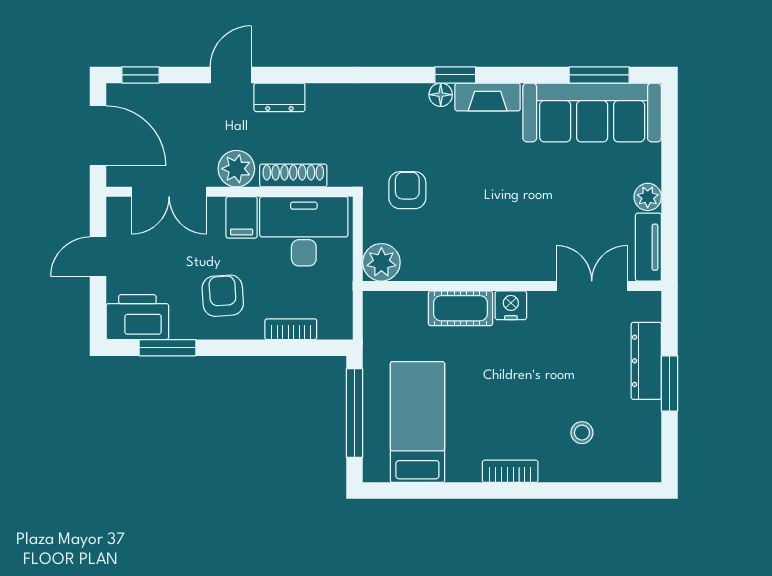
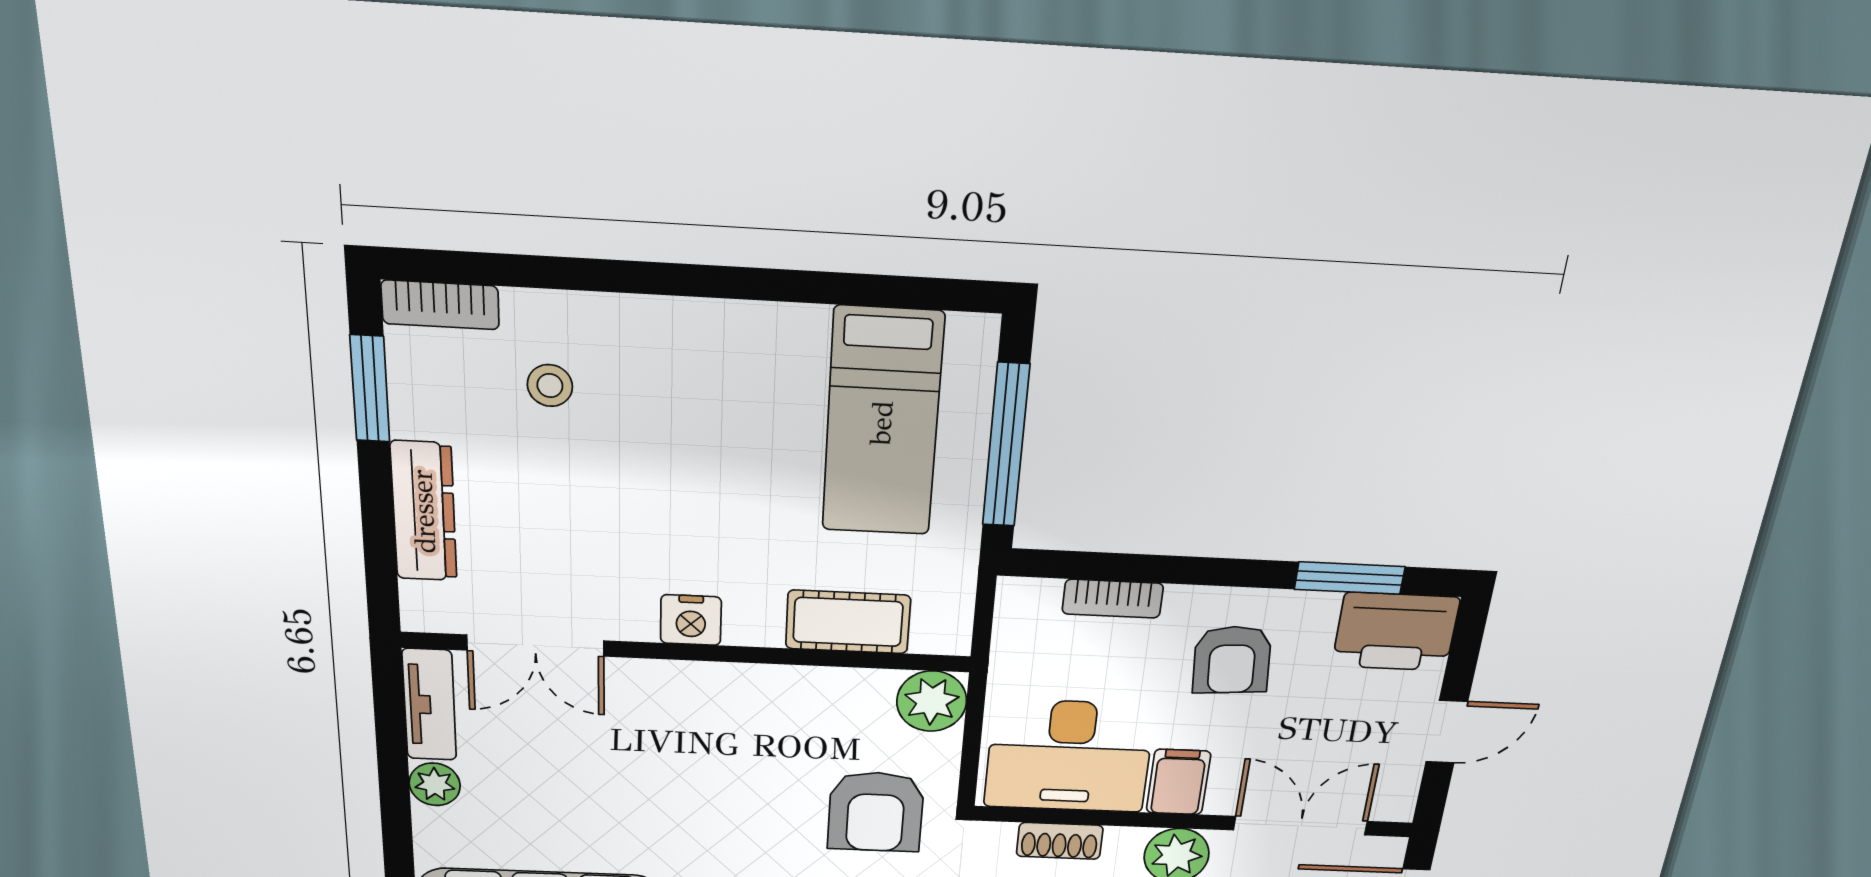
shoe rack: (293, 175) -> (1060, 841), width x0.70
armchair: (407, 190) -> (876, 812), width x1.38, depth x1.38
cot: (461, 308) -> (848, 622), moved
window: (670, 384) -> (370, 389), moved
bookcase: (510, 471) -> (440, 305), moved

